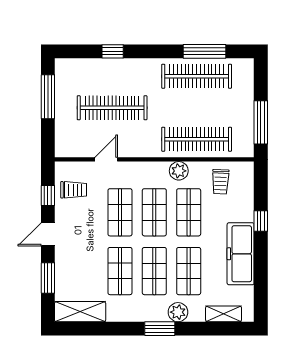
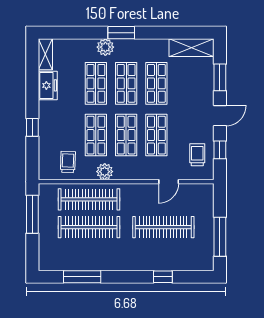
clothes rail: (197, 76) -> (89, 227), moved
trolley: (74, 190) -> (197, 155), turned 90
freezer: (241, 254) -> (48, 85), width x0.52, depth x0.79
shelving: (224, 314) -> (45, 54), moved, turned 90

